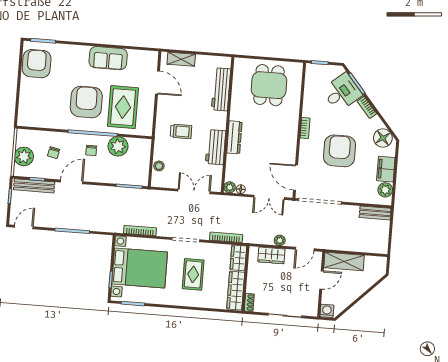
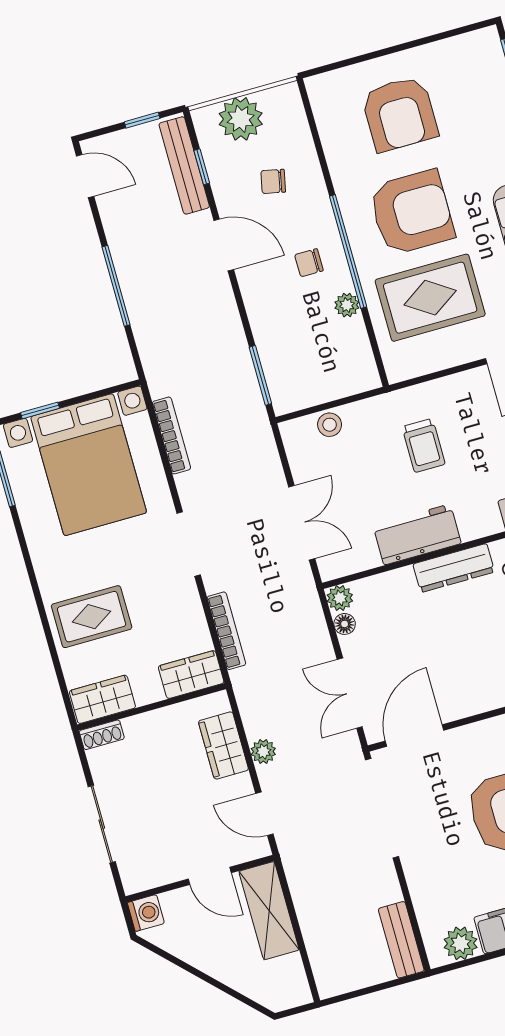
armchair: (37, 64) -> (400, 114), moved, turned 90
plant: (118, 146) -> (347, 305), width x0.53, depth x0.53
rug: (193, 274) -> (92, 617), moved
wardrobe: (236, 291) -> (102, 699), width x0.67

